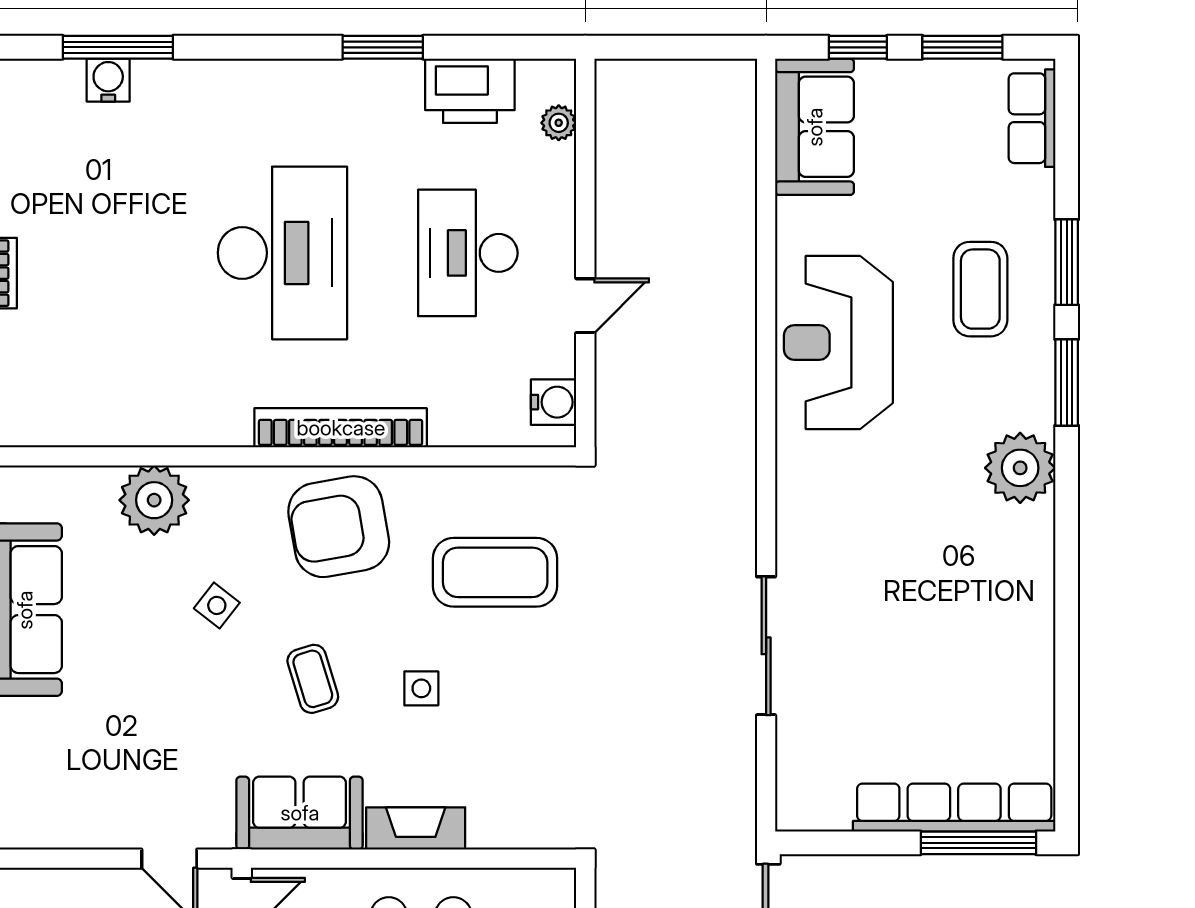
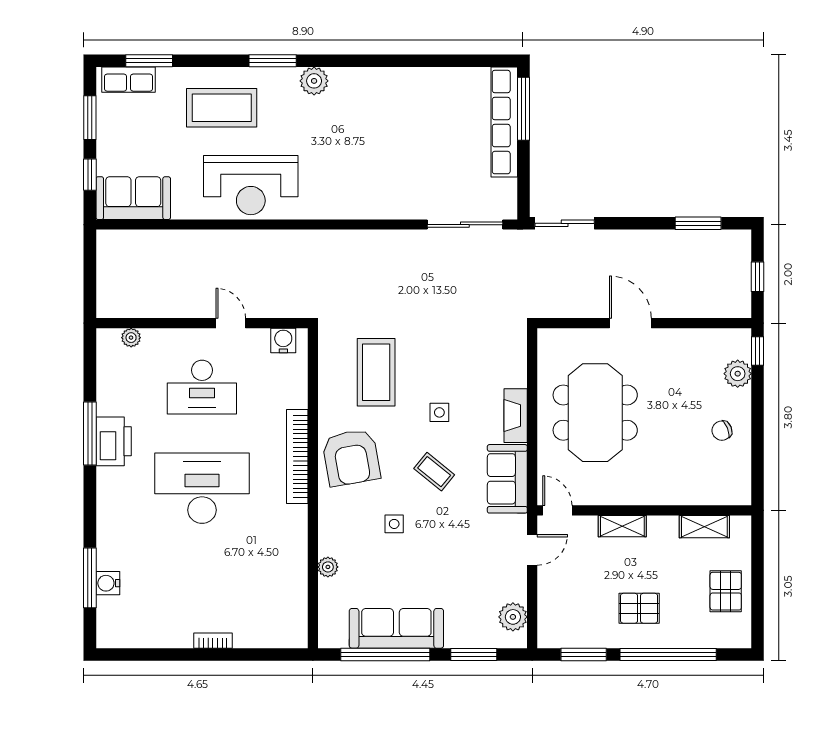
window: (383, 47) -> (90, 434), width x1.44
printer: (470, 91) -> (114, 441), moved
window: (1067, 262) -> (149, 61), moved
coffee table: (980, 289) -> (222, 108), width x1.36, depth x1.32
plant: (1020, 468) -> (314, 81), width x0.73, depth x0.73
plant: (154, 500) -> (328, 567), width x0.53, depth x0.53
side table: (217, 605) -> (394, 524), turned -38
sliding door: (766, 646) -> (465, 225), moved
coffee table: (313, 679) -> (434, 472), turned 56
plant: (46, 823) -> (513, 617), added

